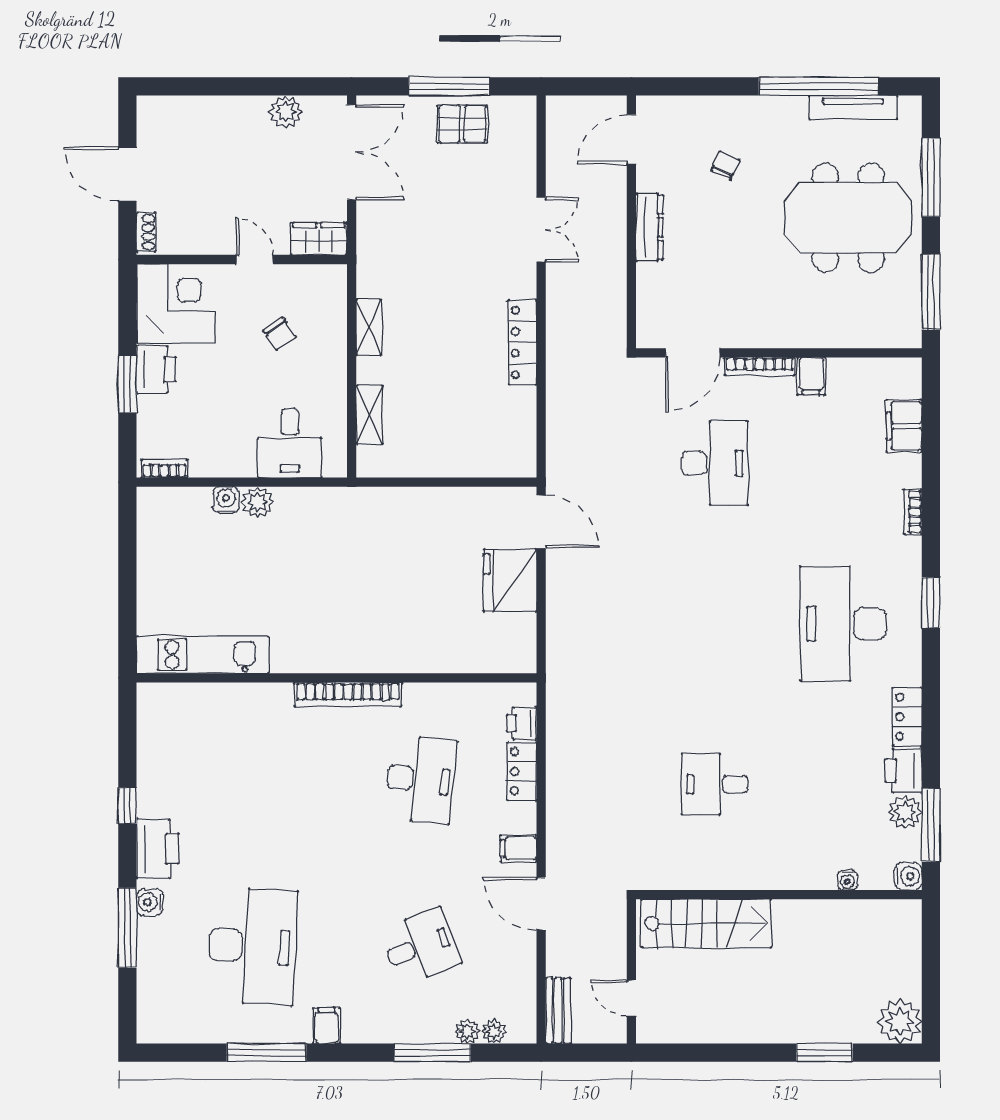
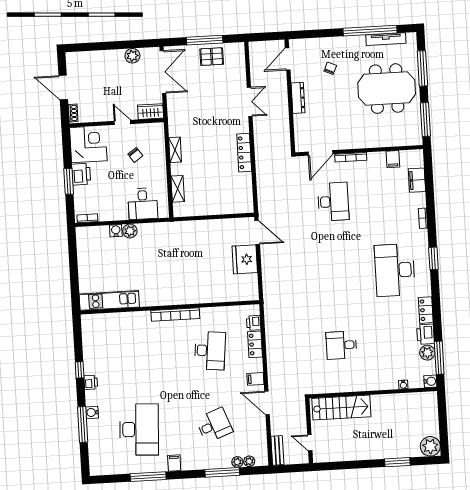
filing cabinet: (811, 376) -> (393, 159), moved
printer: (157, 849) -> (91, 382), width x0.53, depth x0.68

